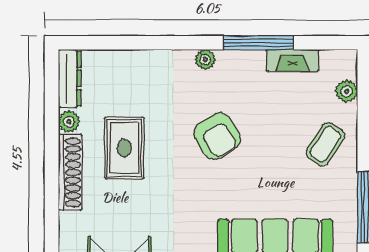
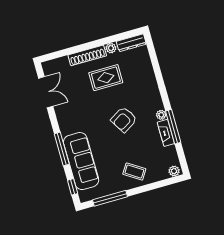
plant: (205, 60) -> (161, 115), moved
fireplace: (292, 61) -> (166, 133), moved
plant: (347, 91) -> (174, 171), moved

